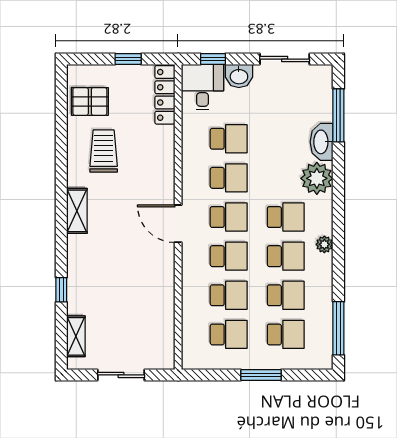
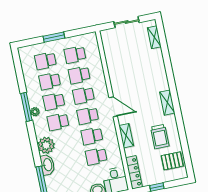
shelving: (165, 165) -> (126, 136), added
window: (61, 290) -> (167, 60), removed
window: (338, 328) -> (26, 107), moved

